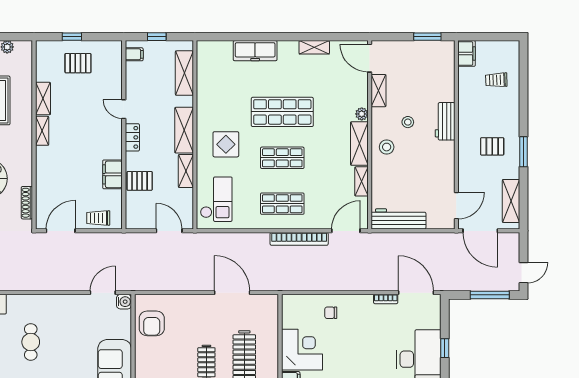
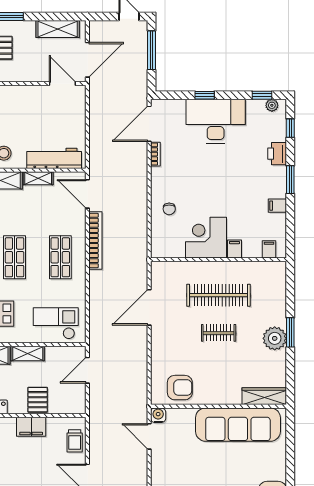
workbench: (398, 219) -> (54, 158), moved, turned 90

